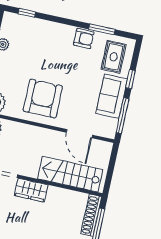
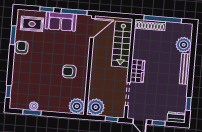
armchair: (43, 99) -> (69, 71), width x0.53, depth x0.53
door: (79, 134) -> (93, 28), moved

